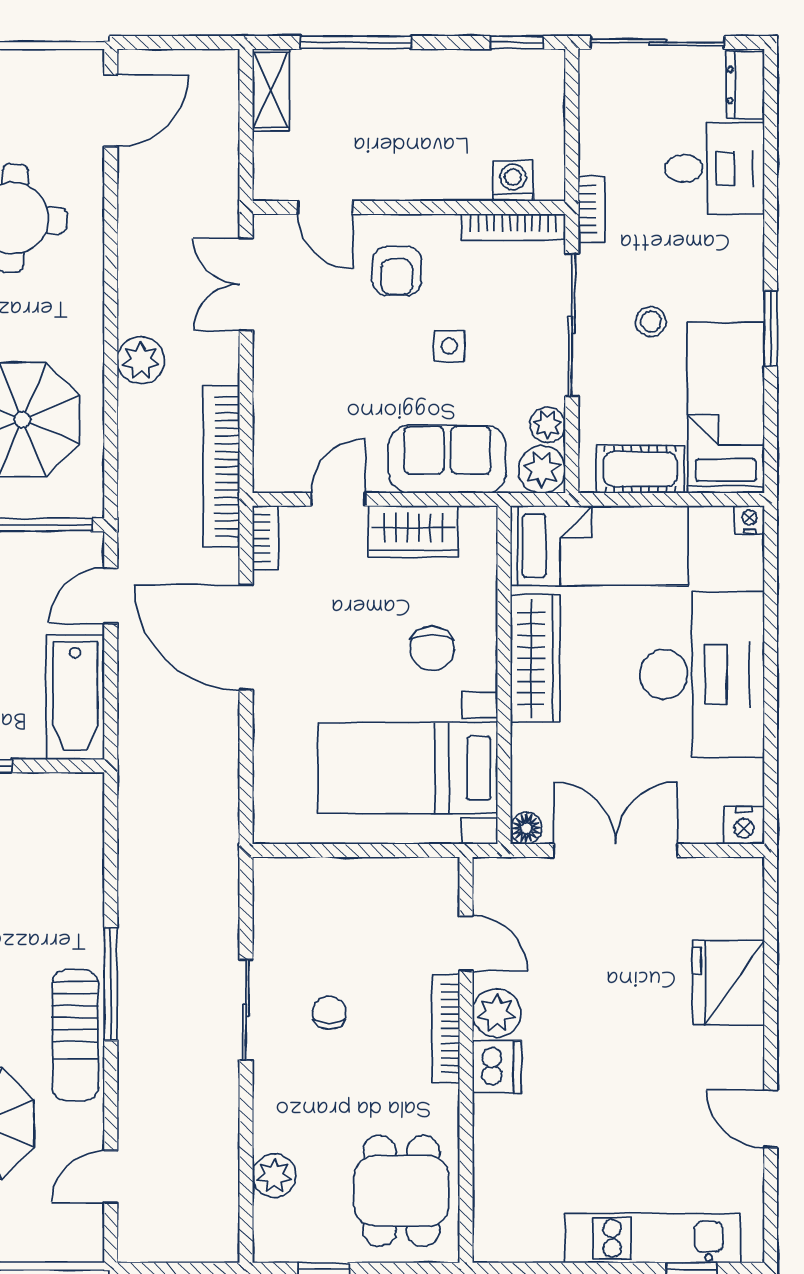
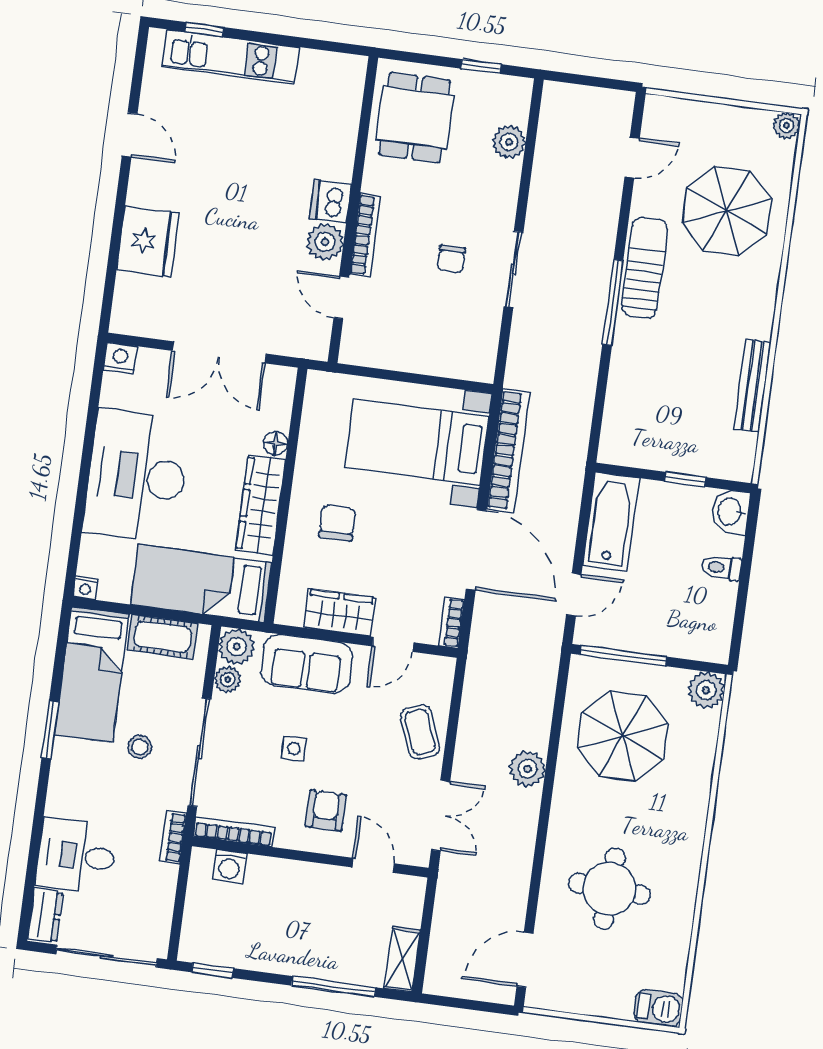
coffee table: (287, 390) -> (420, 732), added
bookcase: (221, 467) -> (508, 451), moved
bed with nightstands: (408, 768) -> (417, 442), moved, turned 180
floor lamp: (526, 828) -> (276, 443), moved

